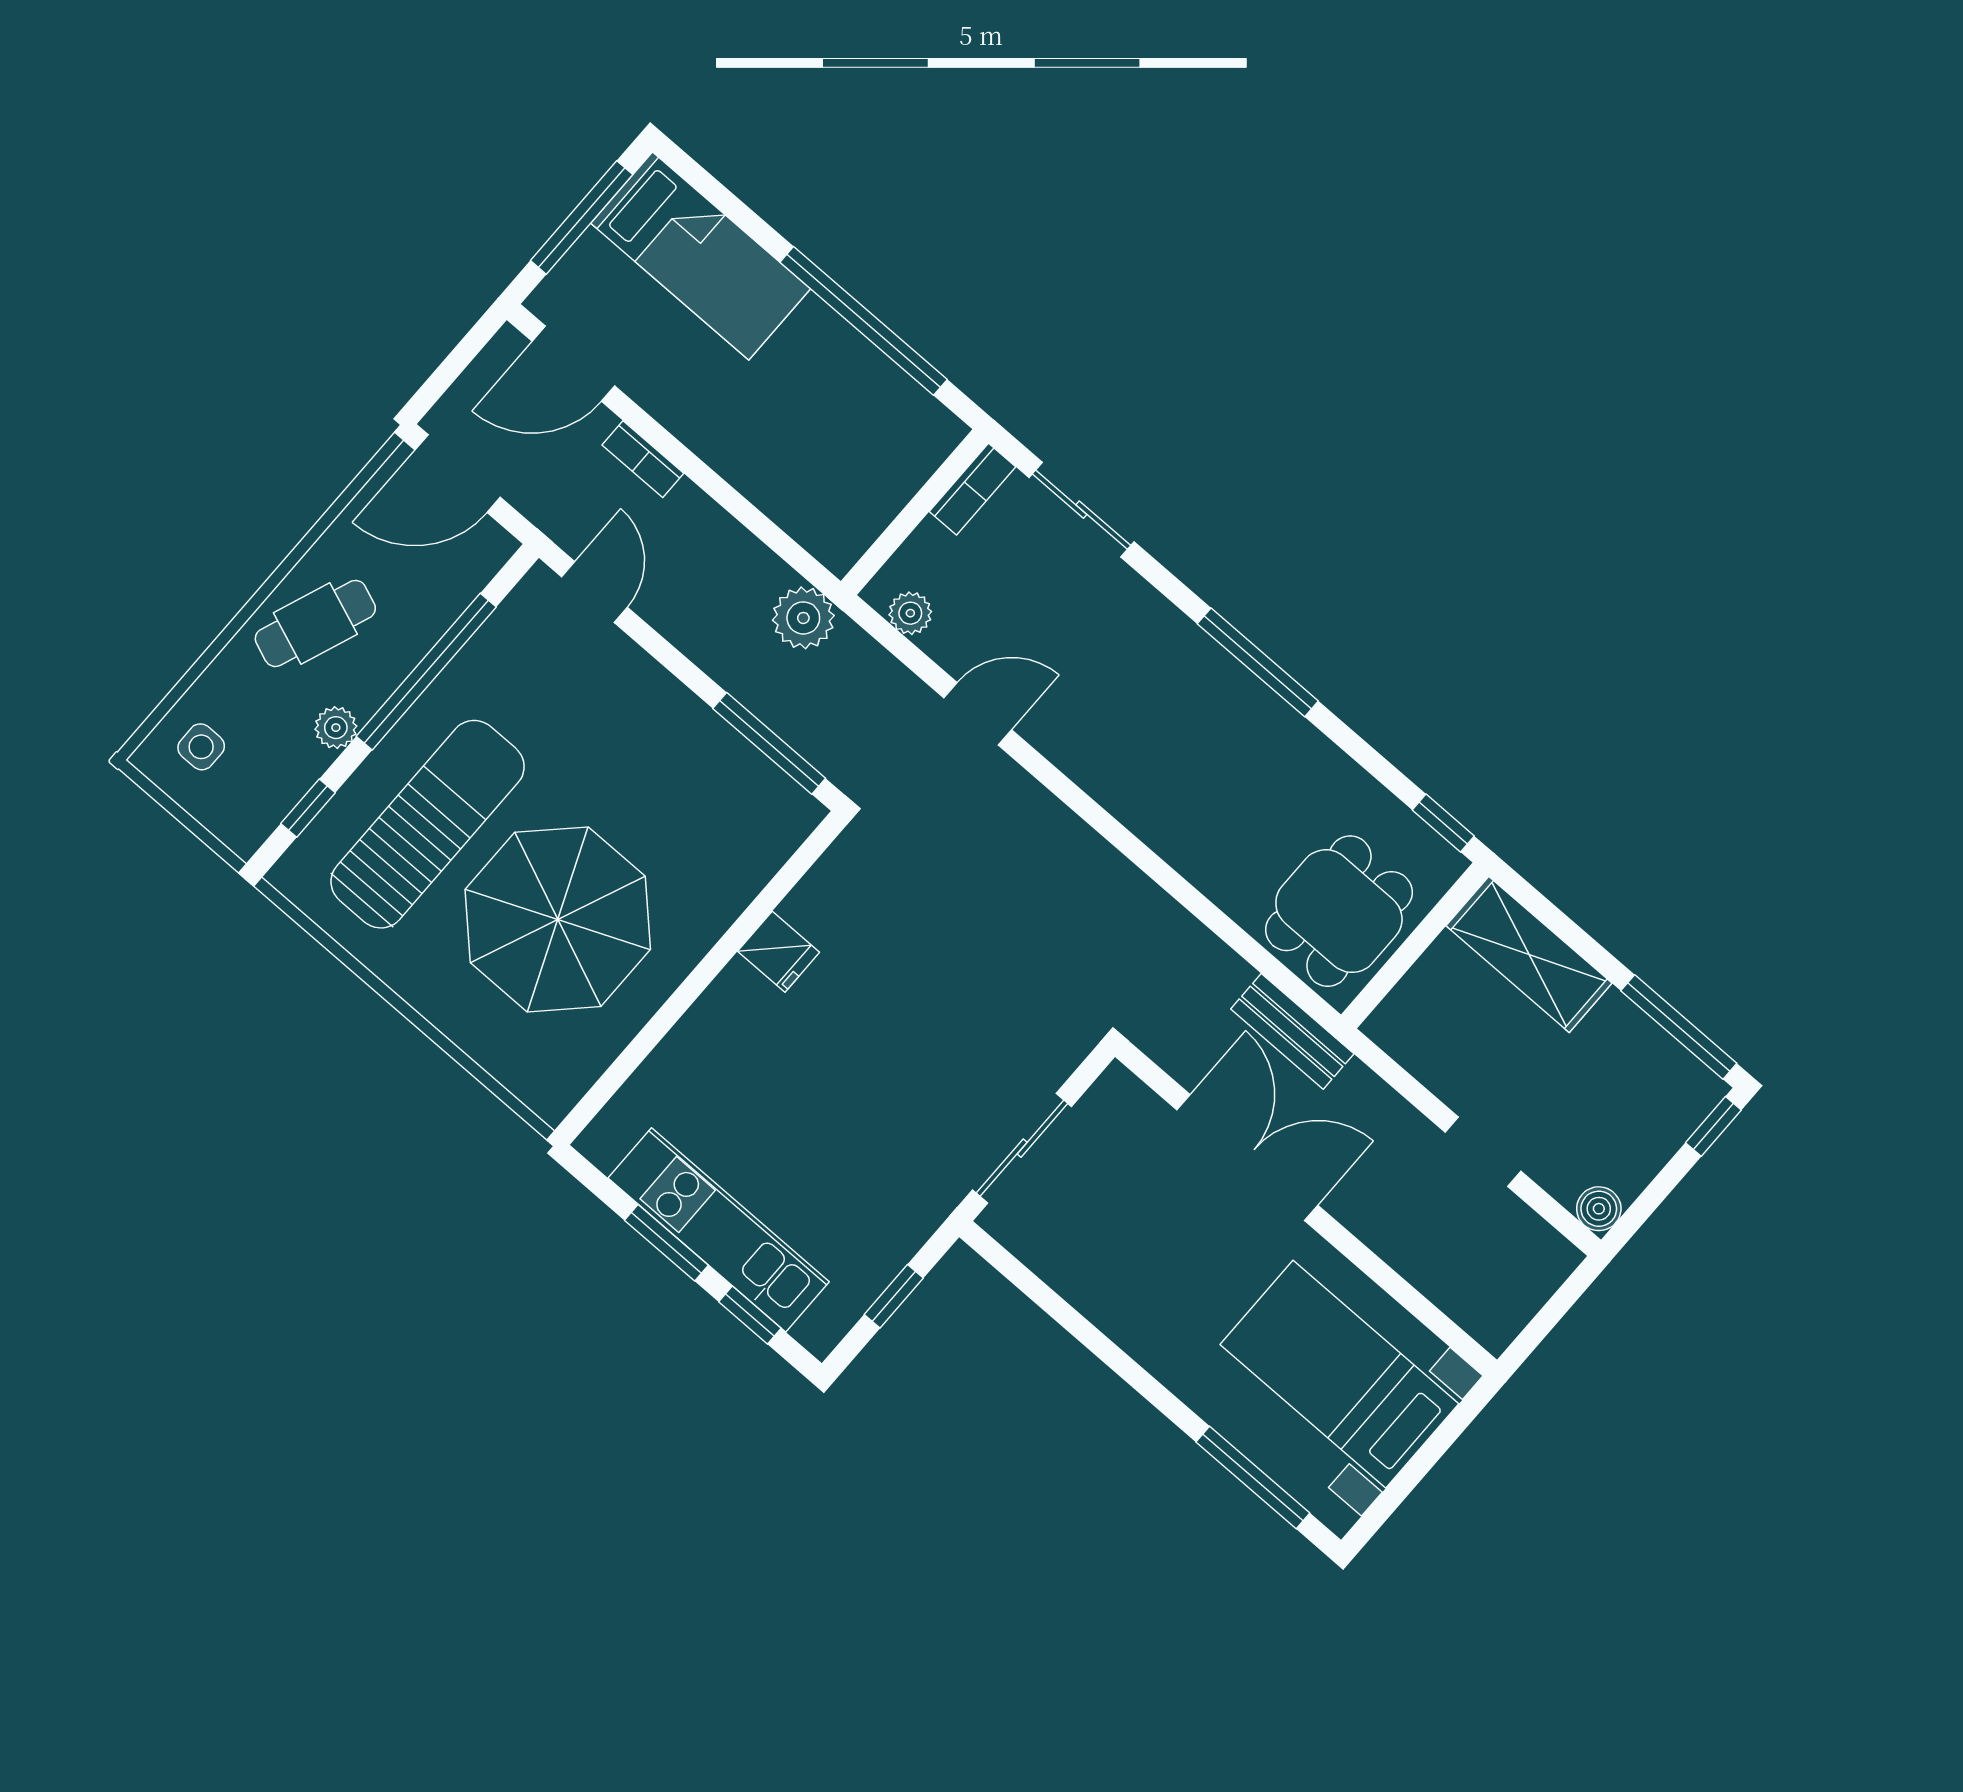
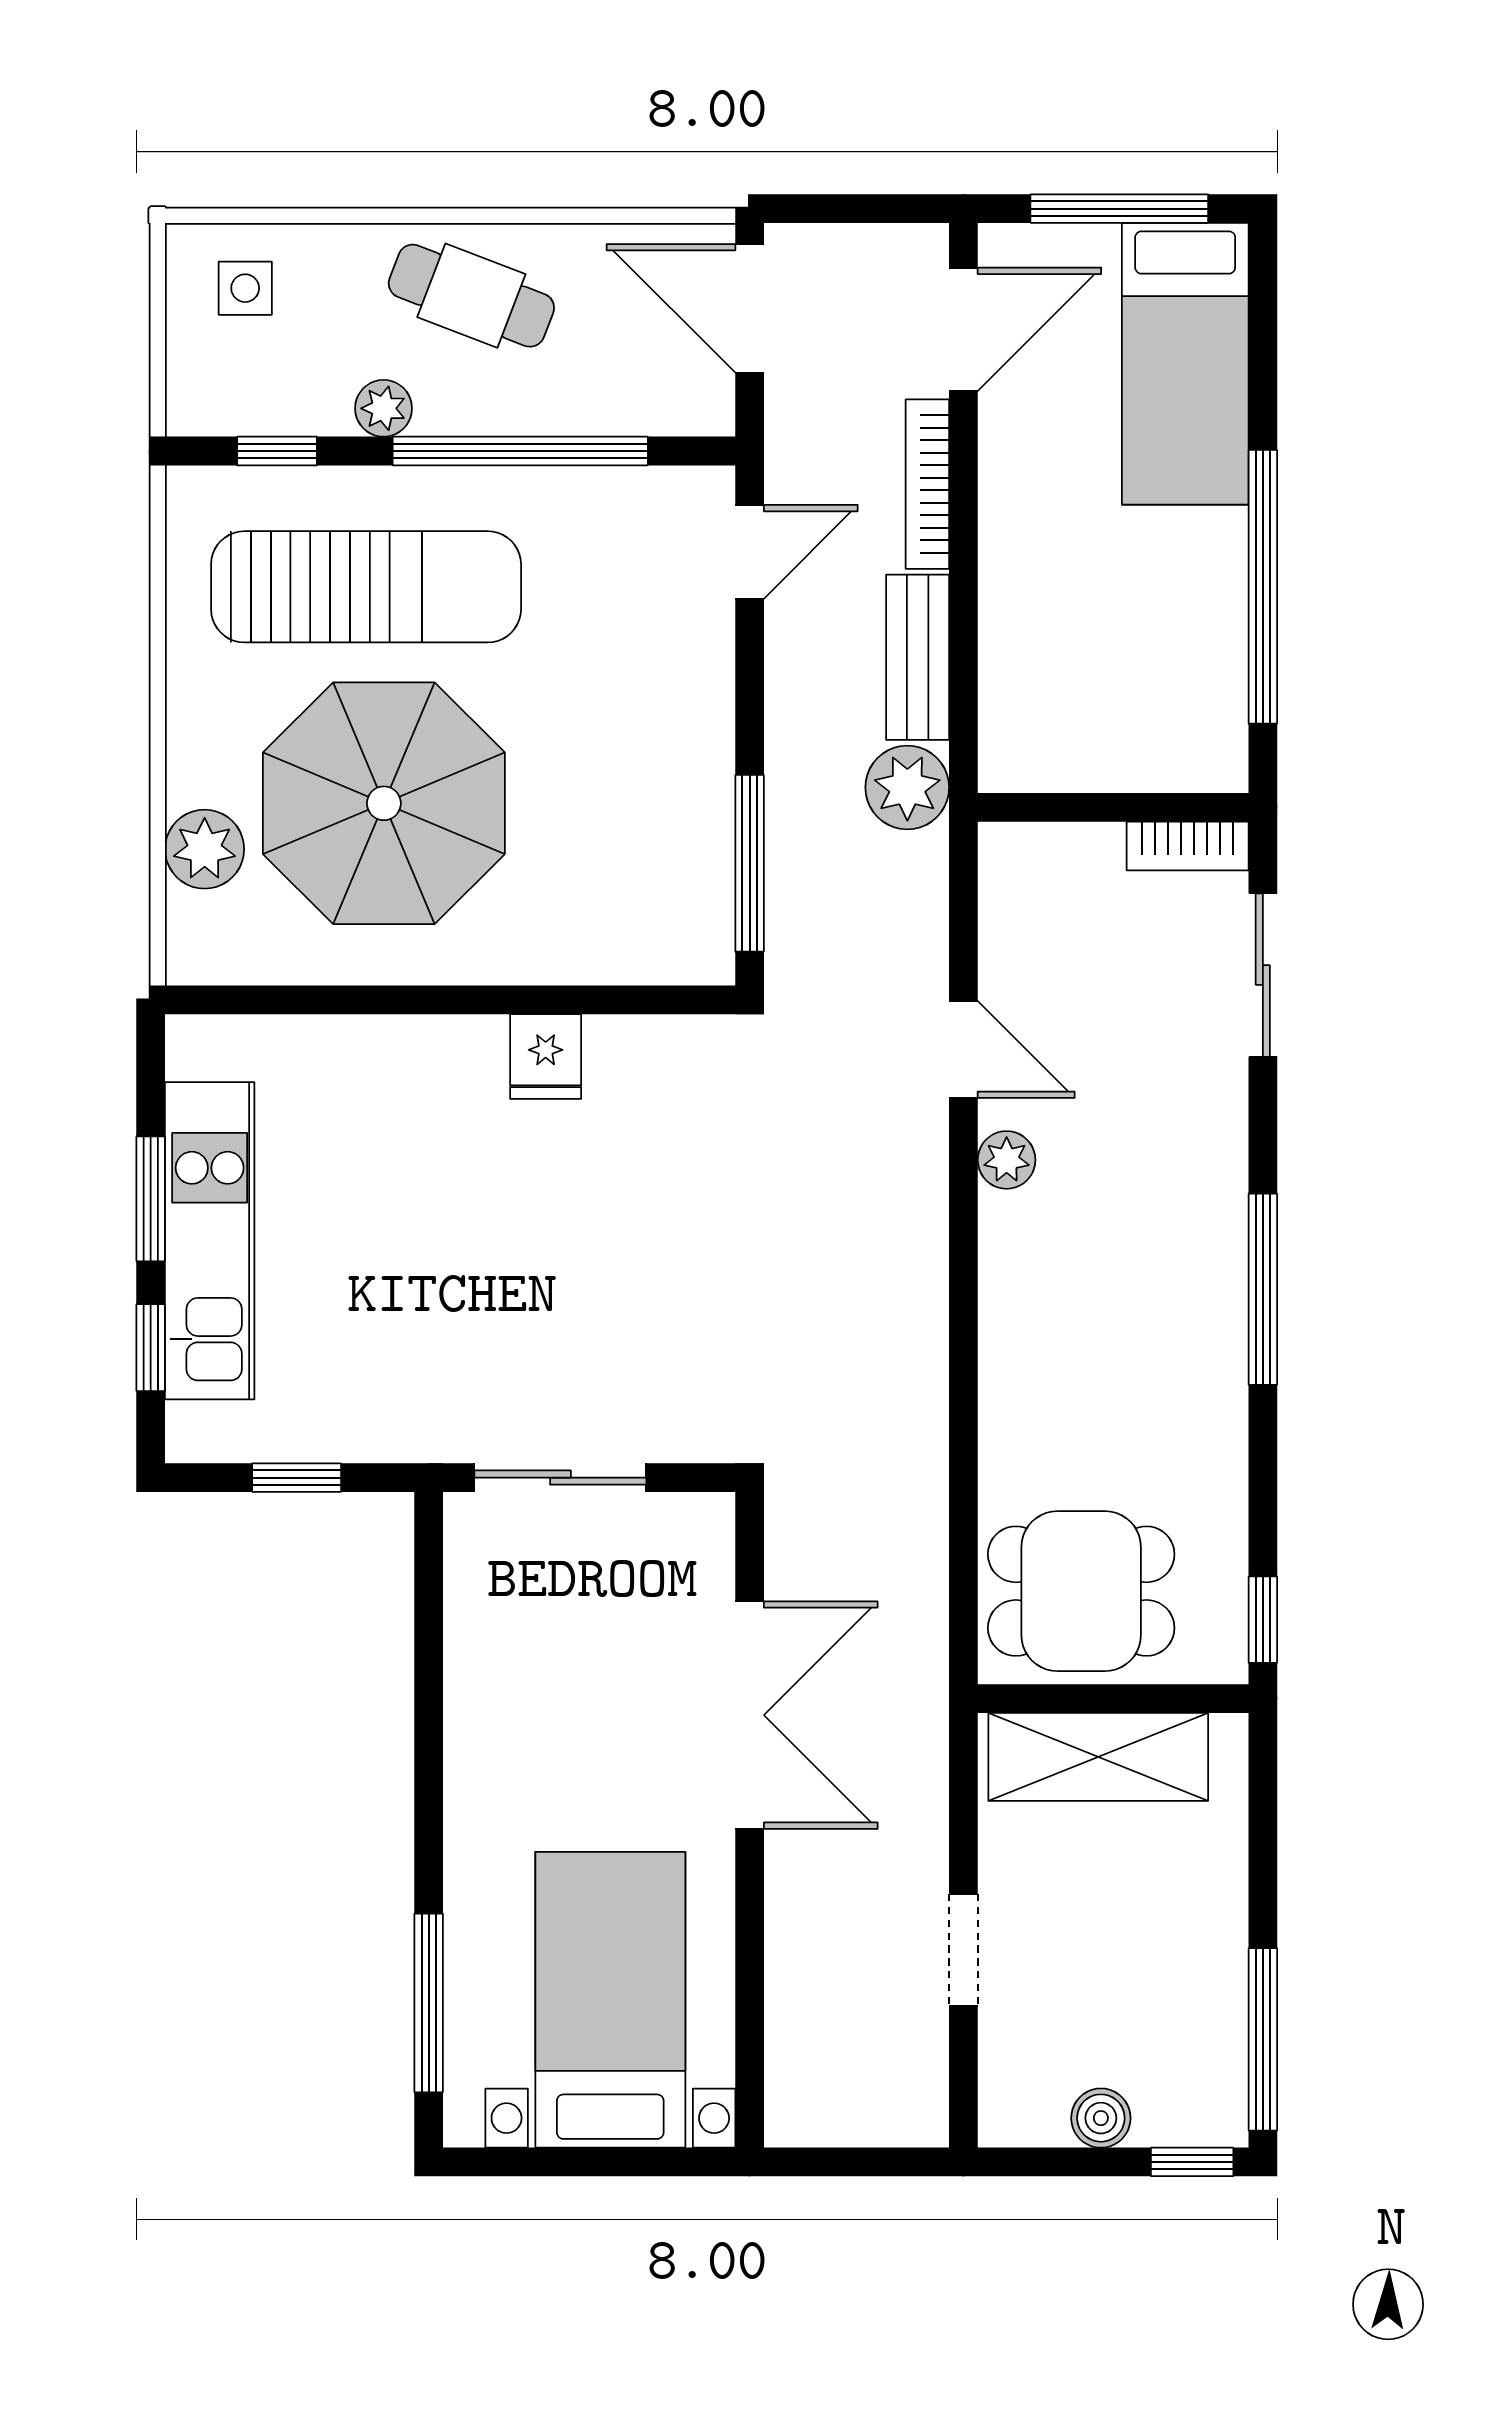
door: (573, 364) -> (963, 329), swing flipped
bookcase: (643, 459) -> (927, 484), width x1.56
plant: (910, 613) -> (1007, 1160), moved
shelving: (1529, 954) -> (1098, 1757), moved, turned 90
bench: (1292, 1031) -> (918, 657), moved
plant: (496, 1042) -> (205, 849), added
boiler: (1599, 1209) -> (1101, 2118), moved

